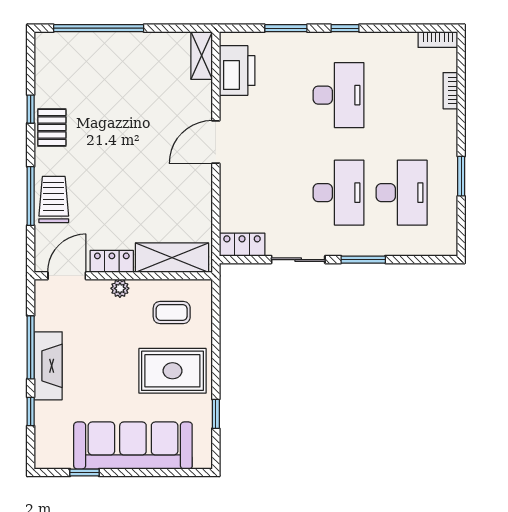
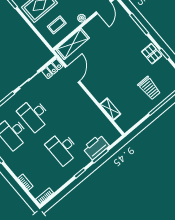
shelving: (202, 55) -> (110, 109), moved
printer: (237, 71) -> (96, 147), moved, turned 90
door: (216, 142) -> (72, 74), moved
trolley: (54, 199) -> (149, 88), moved
locker: (112, 261) -> (92, 25), removed

